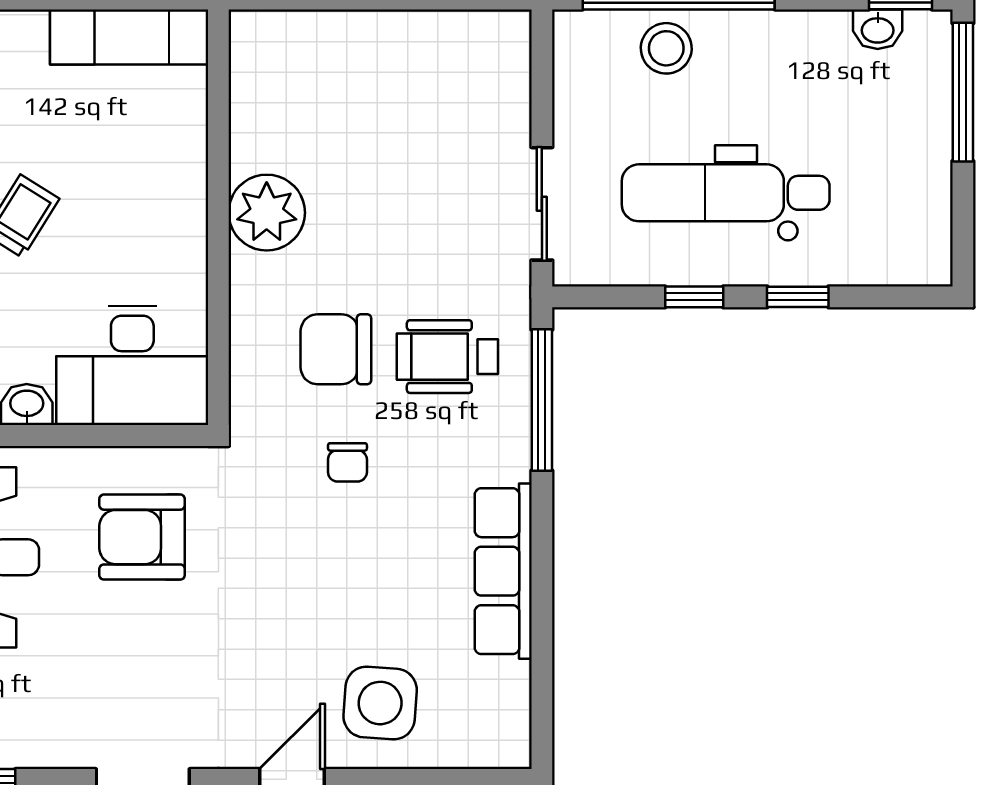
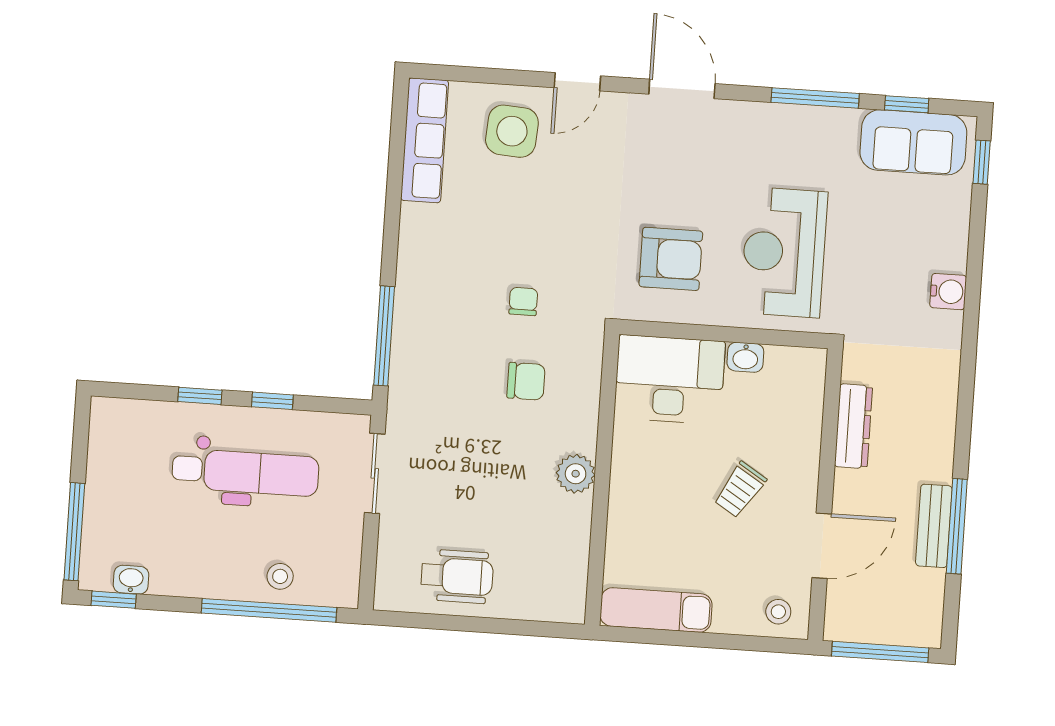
stool: (666, 48) -> (280, 576), width x0.73, depth x0.73
plant: (267, 213) -> (576, 474), width x0.73, depth x0.73
chair: (336, 349) -> (526, 381), width x0.73, depth x0.73
wheelchair: (447, 357) -> (457, 576), moved
row of seats: (503, 571) -> (425, 140), moved

